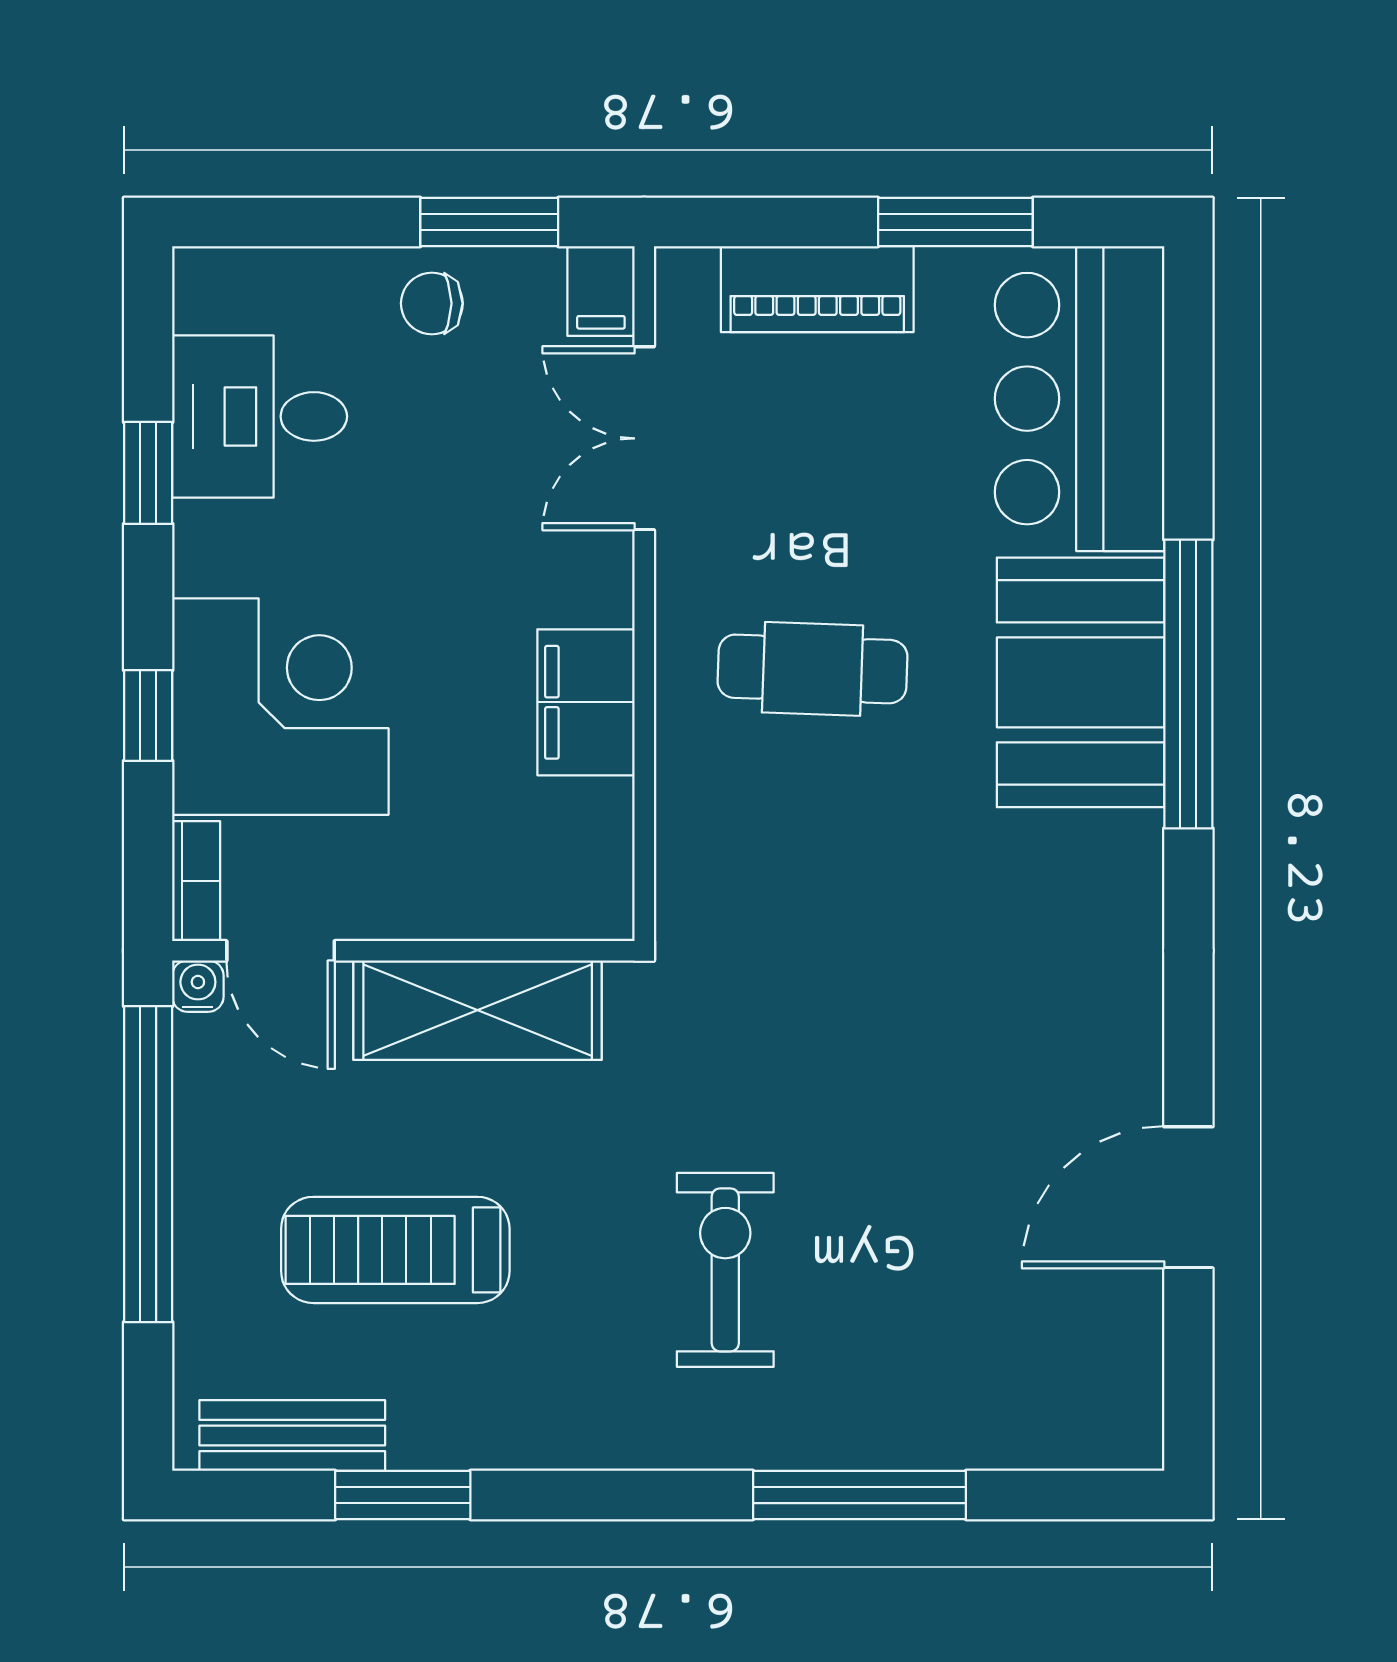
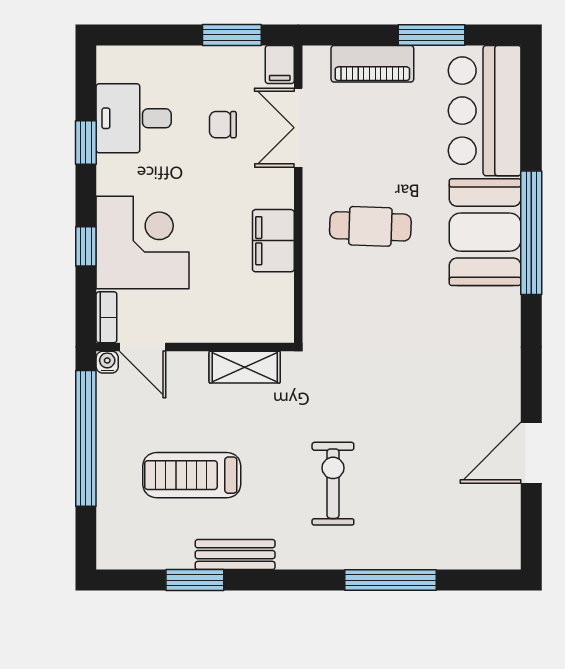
chair: (432, 303) -> (223, 125), moved
shelving: (478, 1010) -> (245, 367), width x0.67, depth x0.75
bench: (292, 1435) -> (235, 555), moved

